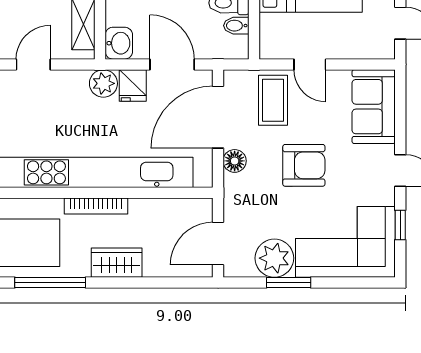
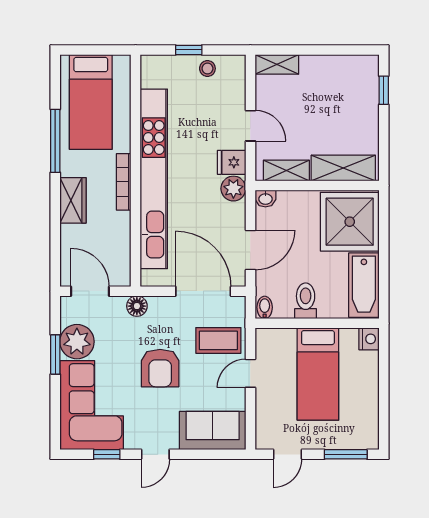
bidet: (236, 26) -> (265, 307), moved
washbasin: (119, 43) -> (265, 199), width x0.72, depth x0.69
fridge: (133, 85) -> (232, 162), moved
floor lamp: (235, 161) -> (137, 306), moved

